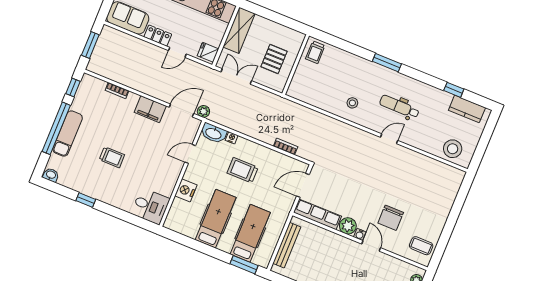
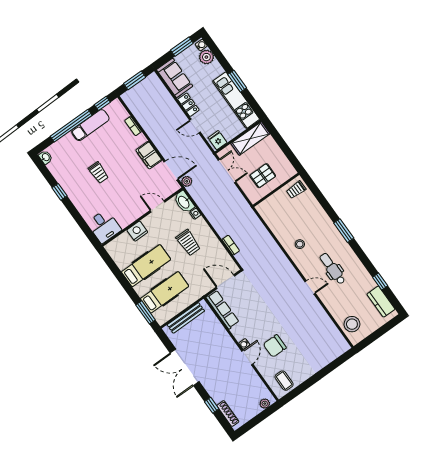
exam couch: (68, 133) -> (90, 125), moved
trolley: (243, 170) -> (188, 243), turned 180
plant: (348, 226) -> (240, 332), removed

